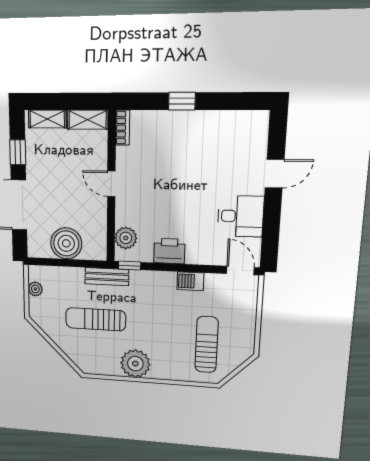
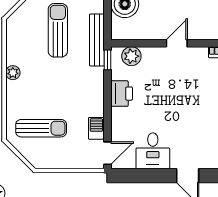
bench: (107, 277) -> (97, 40), width x1.36
barbecue: (190, 281) -> (96, 128), moved
plant: (135, 364) -> (13, 73), width x0.53, depth x0.53

